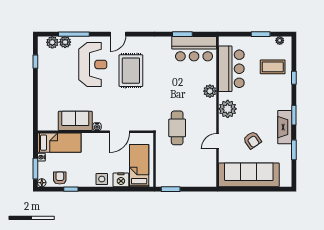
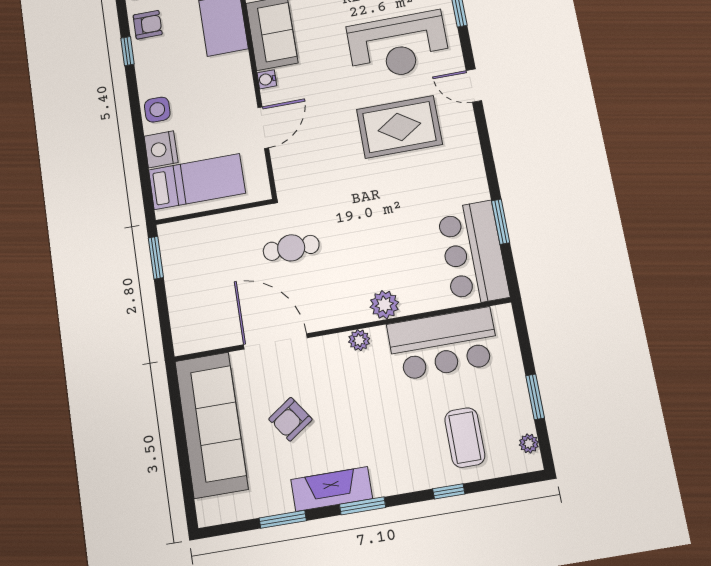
plant: (228, 109) -> (359, 340), width x0.53, depth x0.53
cafe table: (177, 128) -> (291, 248), width x0.73, depth x0.74
door: (120, 132) -> (263, 128), swing flipped
door: (217, 141) -> (275, 341), width x1.88

